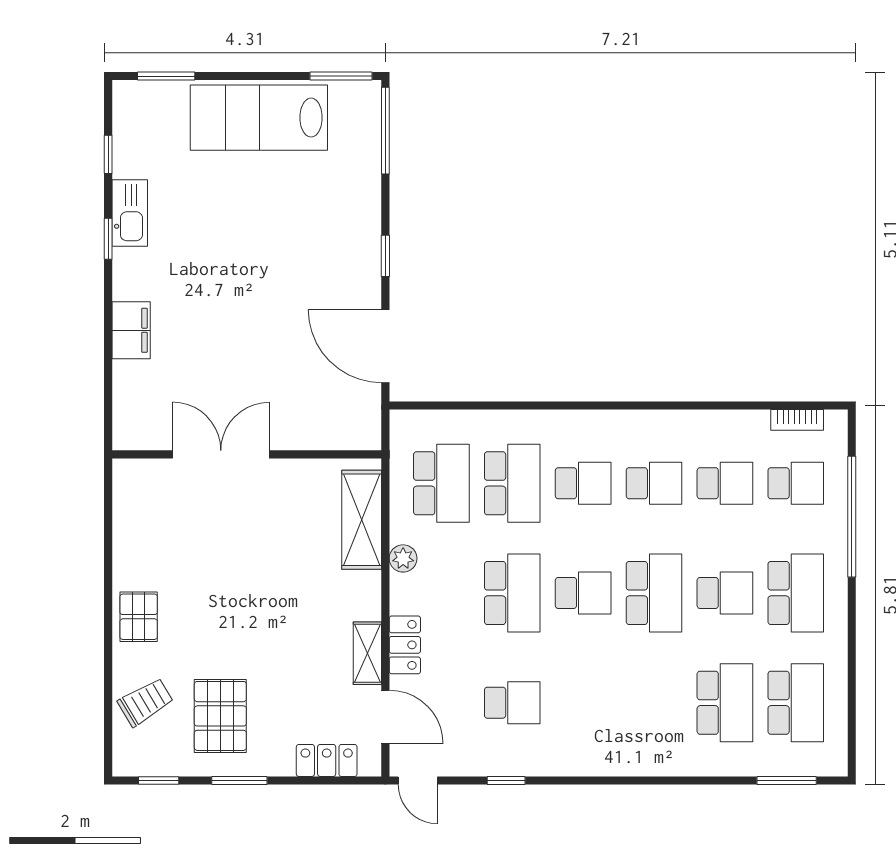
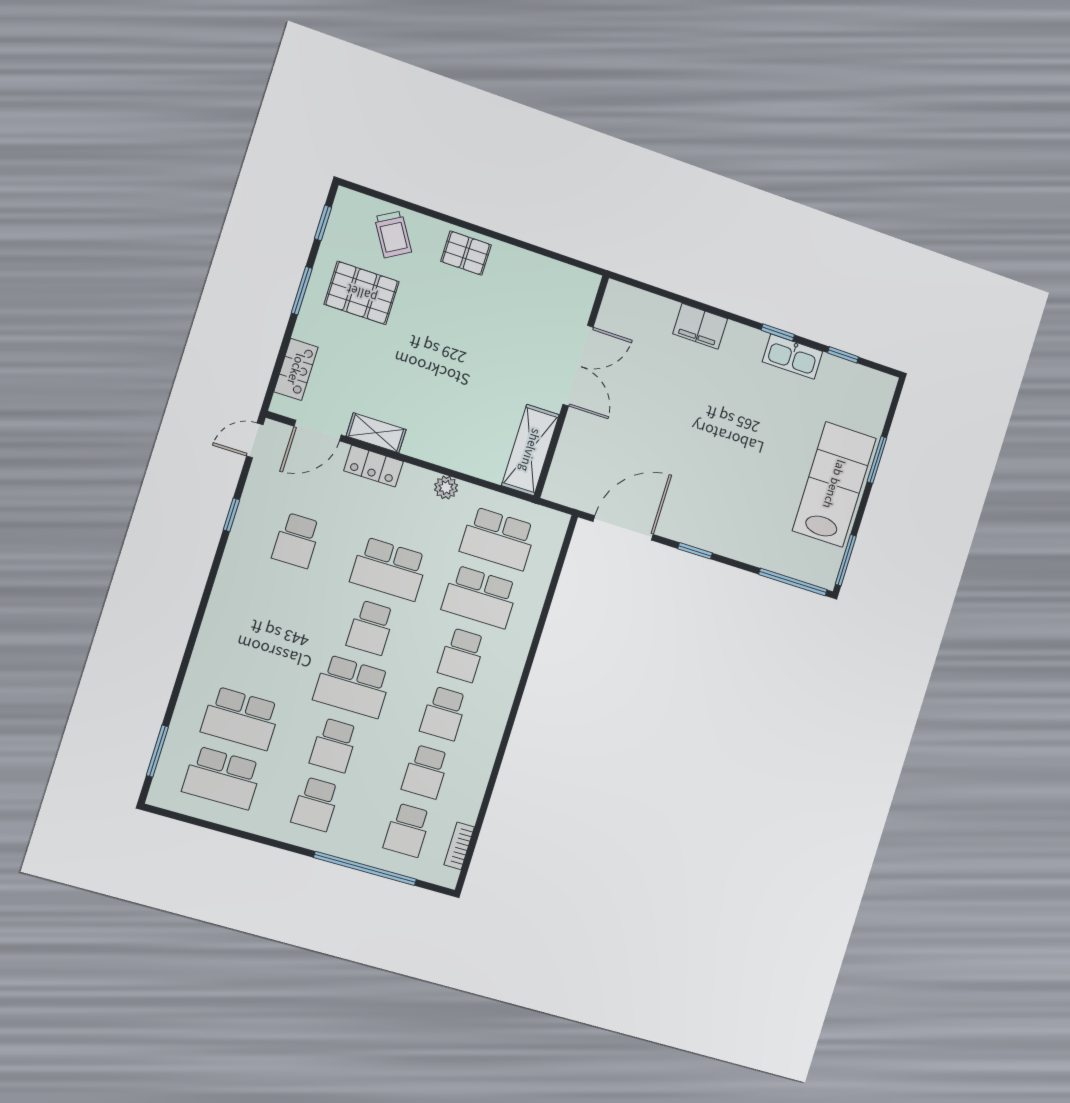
window: (166, 76) -> (877, 460), moved
shelving: (362, 520) -> (530, 450), moved, turned 90
school desk: (796, 593) -> (316, 804), width x0.54

